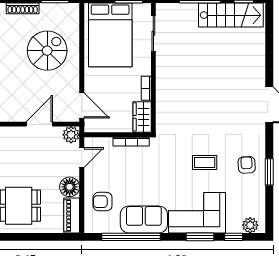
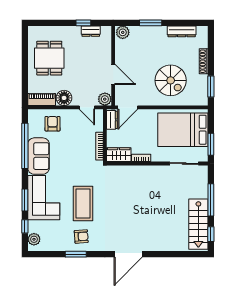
dresser: (98, 126) -> (112, 120), added
coffee table: (205, 162) -> (83, 204), width x1.86, depth x1.72

